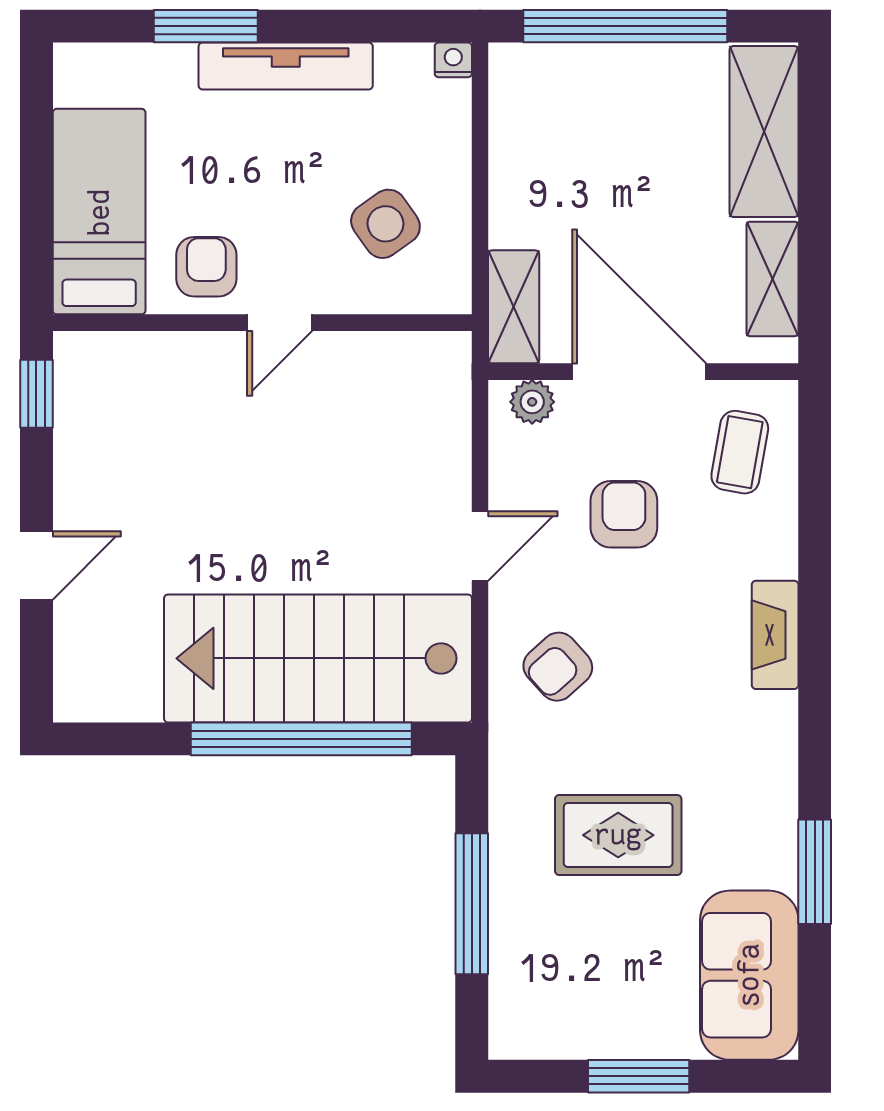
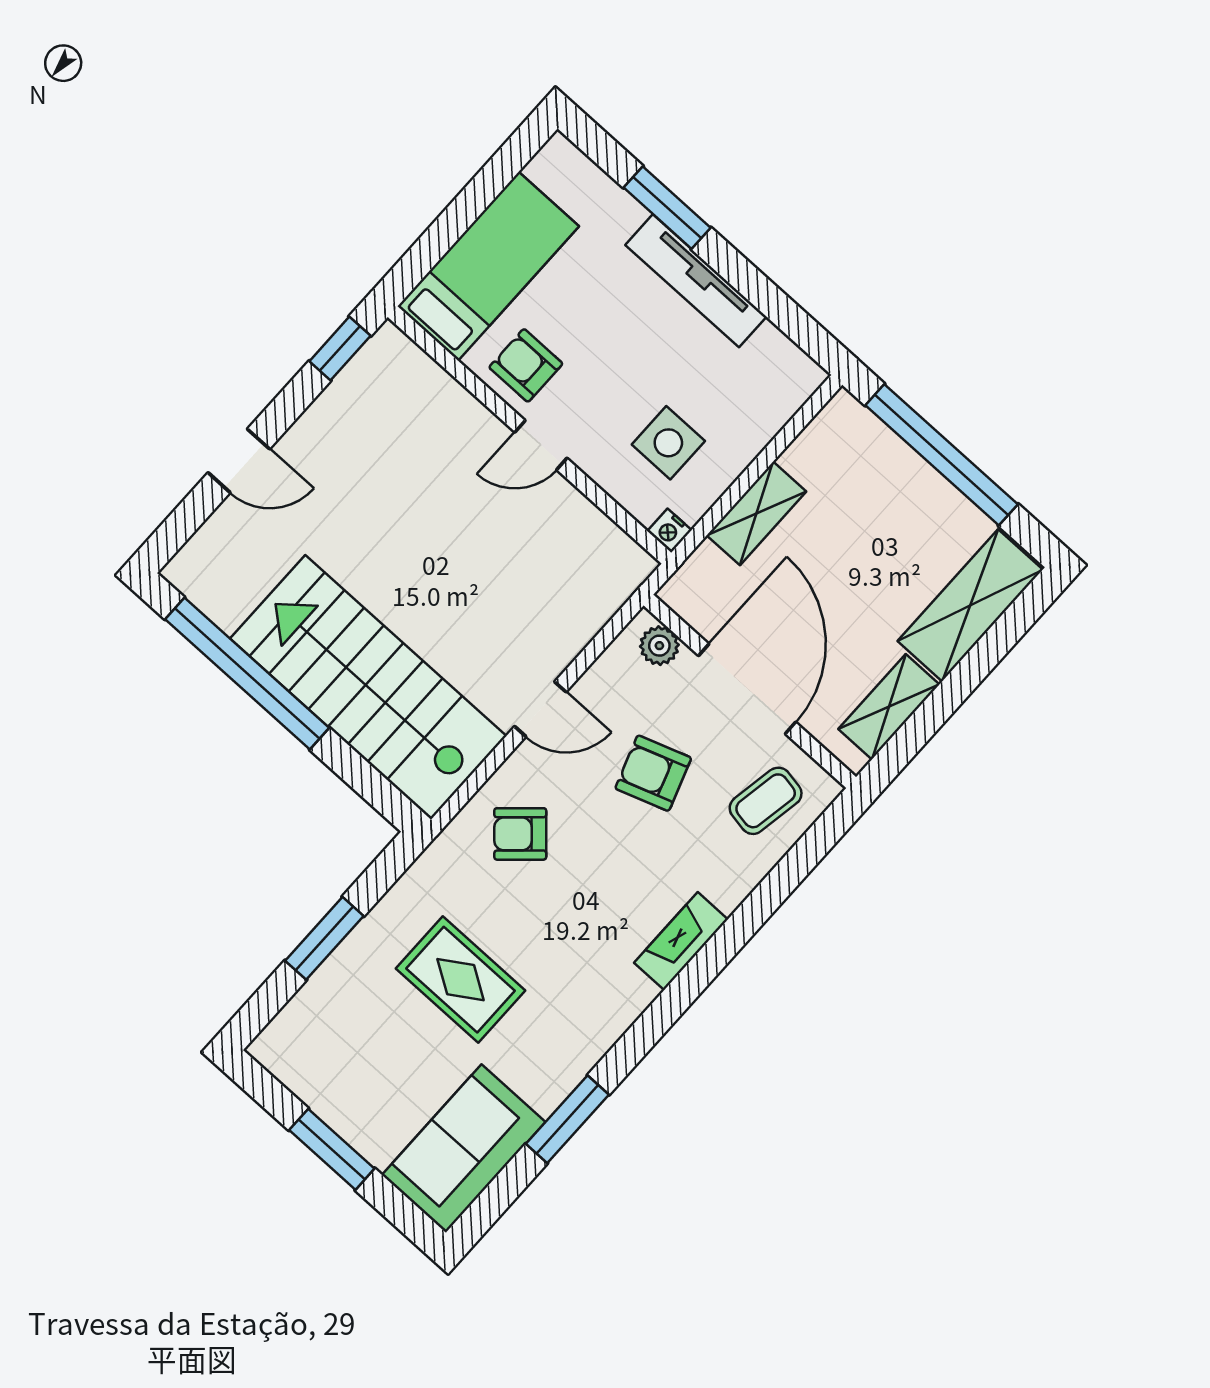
nightstand: (453, 60) -> (670, 531), moved, turned 180
side table: (385, 224) -> (668, 443), turned 35
armchair: (206, 267) -> (526, 365), turned -90
shelving: (514, 307) -> (756, 513), moved
armchair: (624, 514) -> (653, 773), turned -109
window: (301, 739) -> (247, 674), moved
window: (472, 904) -> (324, 938), width x0.69

